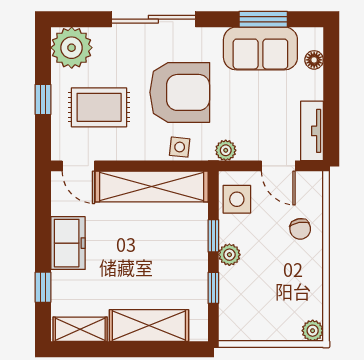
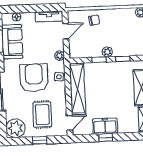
side table: (237, 199) -> (82, 50), removed
window: (43, 287) -> (106, 138), moved

